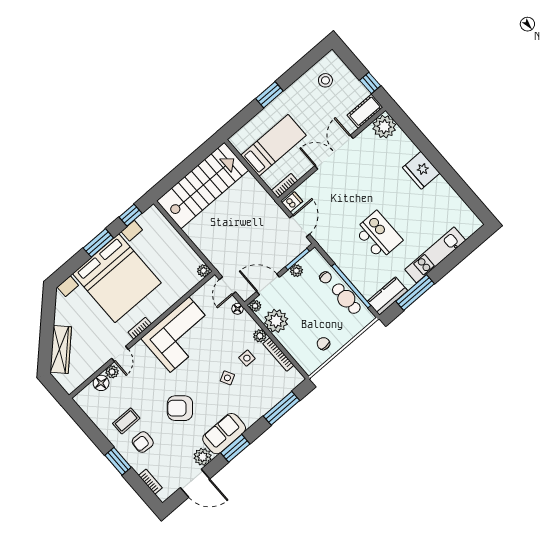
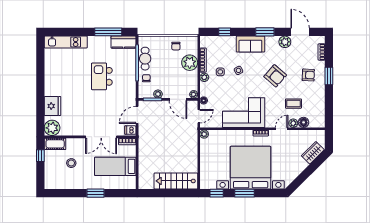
stool: (325, 80) -> (71, 163), moved
double door: (334, 152) -> (101, 137), moved
fridge: (421, 170) -> (53, 106), moved
stairs: (202, 186) -> (176, 181), width x0.73, depth x0.66
kitchen unit: (435, 255) -> (66, 42), moved
plant: (276, 321) -> (190, 63), moved
wardrobe: (61, 350) -> (313, 153), width x0.67
window: (282, 408) -> (225, 32), width x0.46
coffee table: (126, 421) -> (293, 104), moved
sofa: (224, 434) -> (250, 44), moved

